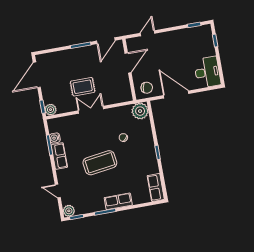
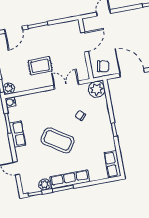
door: (106, 41) -> (14, 30), moved
double door: (91, 110) -> (66, 85), moved
water cooler: (55, 138) -> (11, 102), moved
coffee table: (100, 163) -> (58, 140), turned 41
row of seats: (118, 201) -> (70, 179), width x1.48
plant: (69, 211) -> (45, 184), moved

